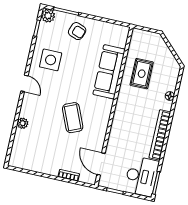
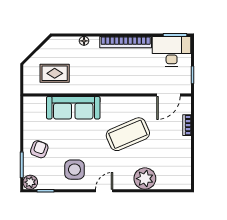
rug: (142, 74) -> (55, 73), moved
coffee table: (73, 118) -> (128, 134), width x1.36, depth x1.32
plant: (23, 123) -> (145, 179), width x1.88, depth x1.88

